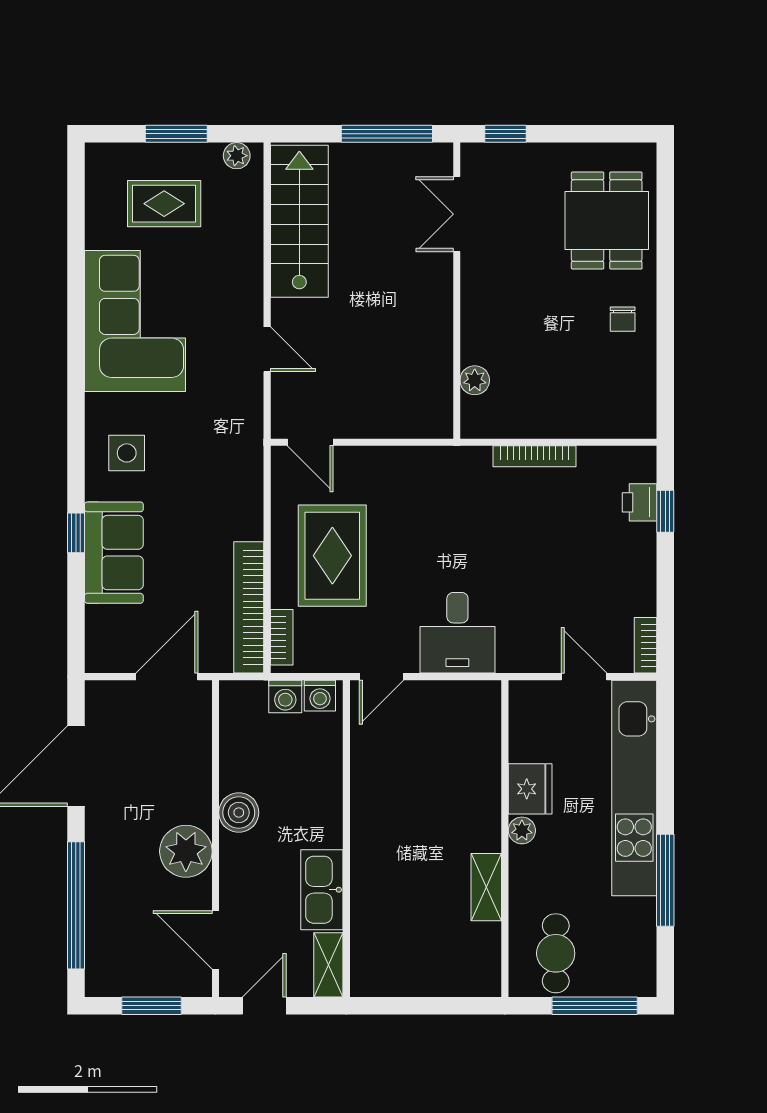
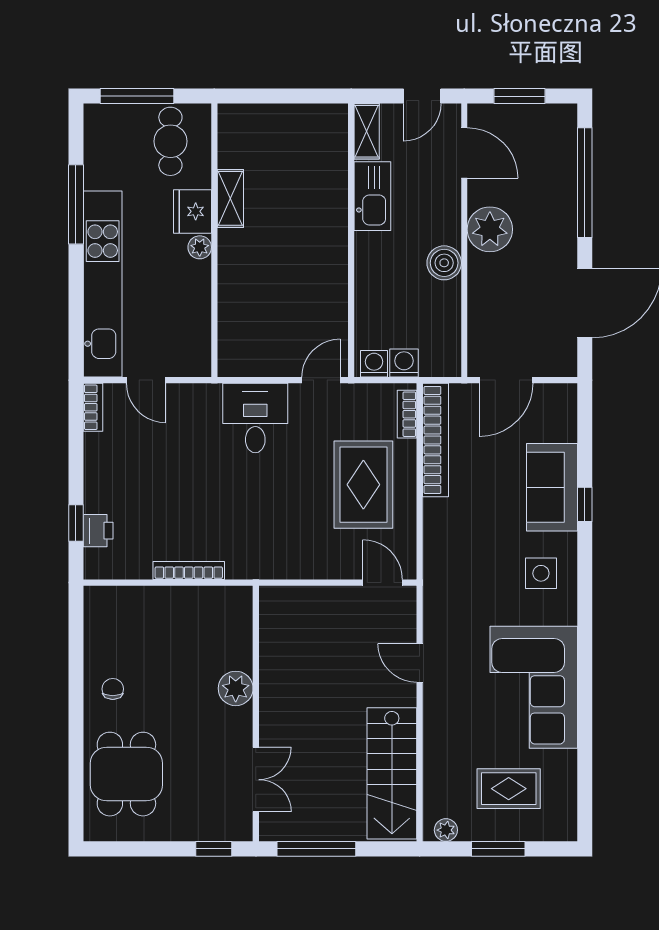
plant: (475, 380) -> (236, 688), moved, width x1.38, depth x1.38
fridge: (530, 789) -> (193, 211), moved

